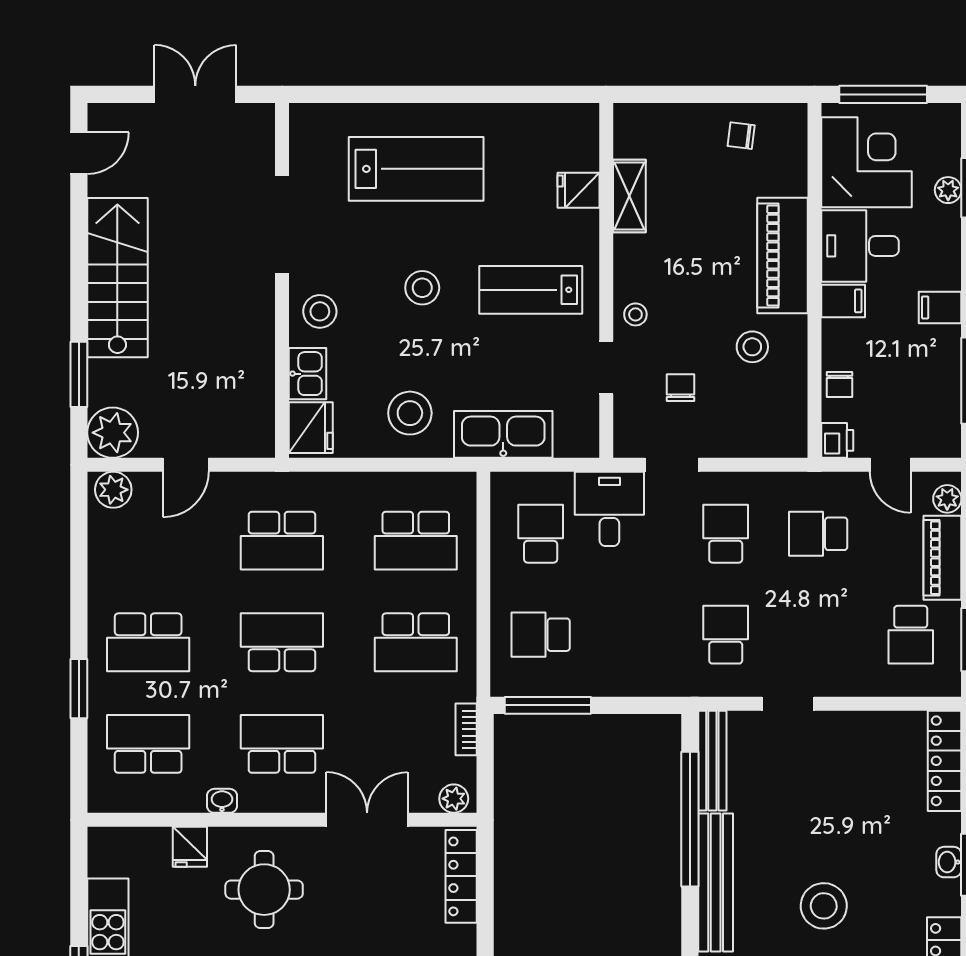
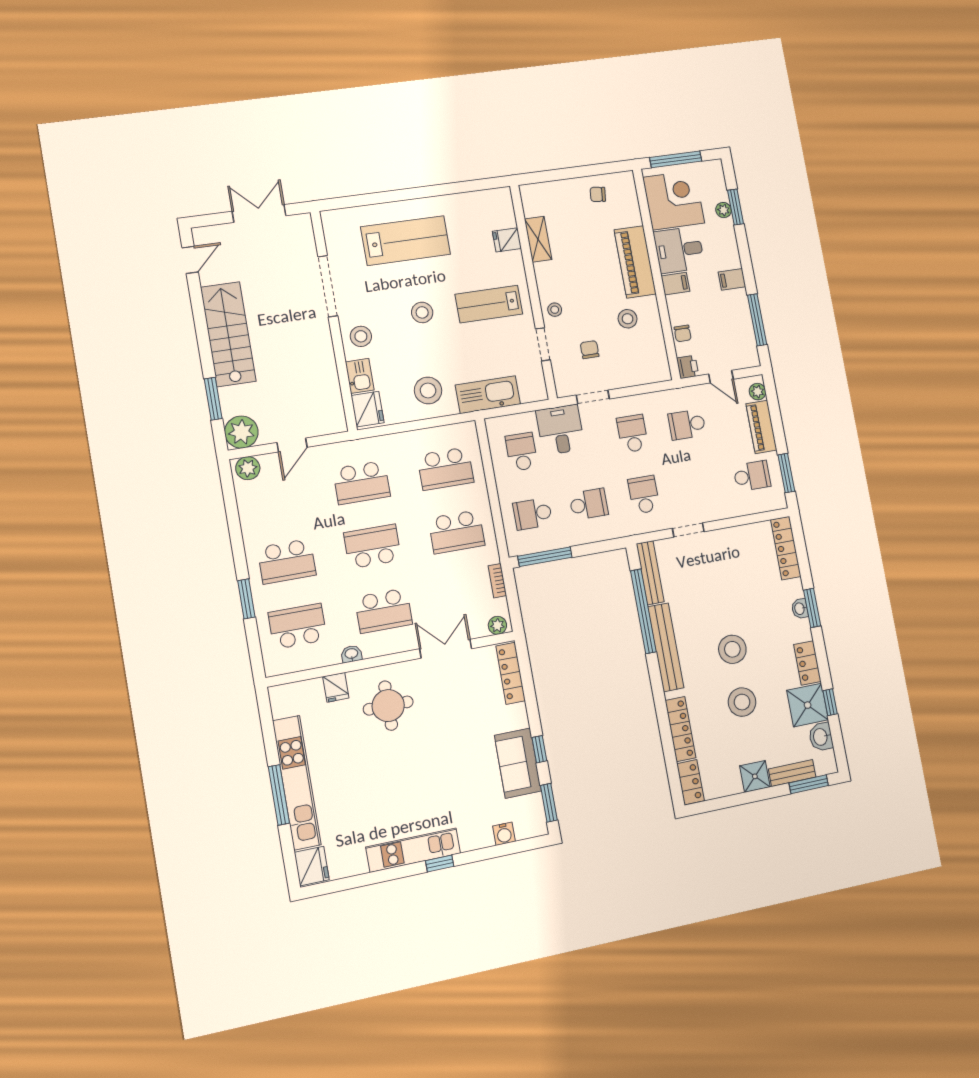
school desk: (633, 635) -> (589, 504), added
school desk: (911, 635) -> (752, 476), turned -90
school desk: (282, 744) -> (384, 611), turned 180

